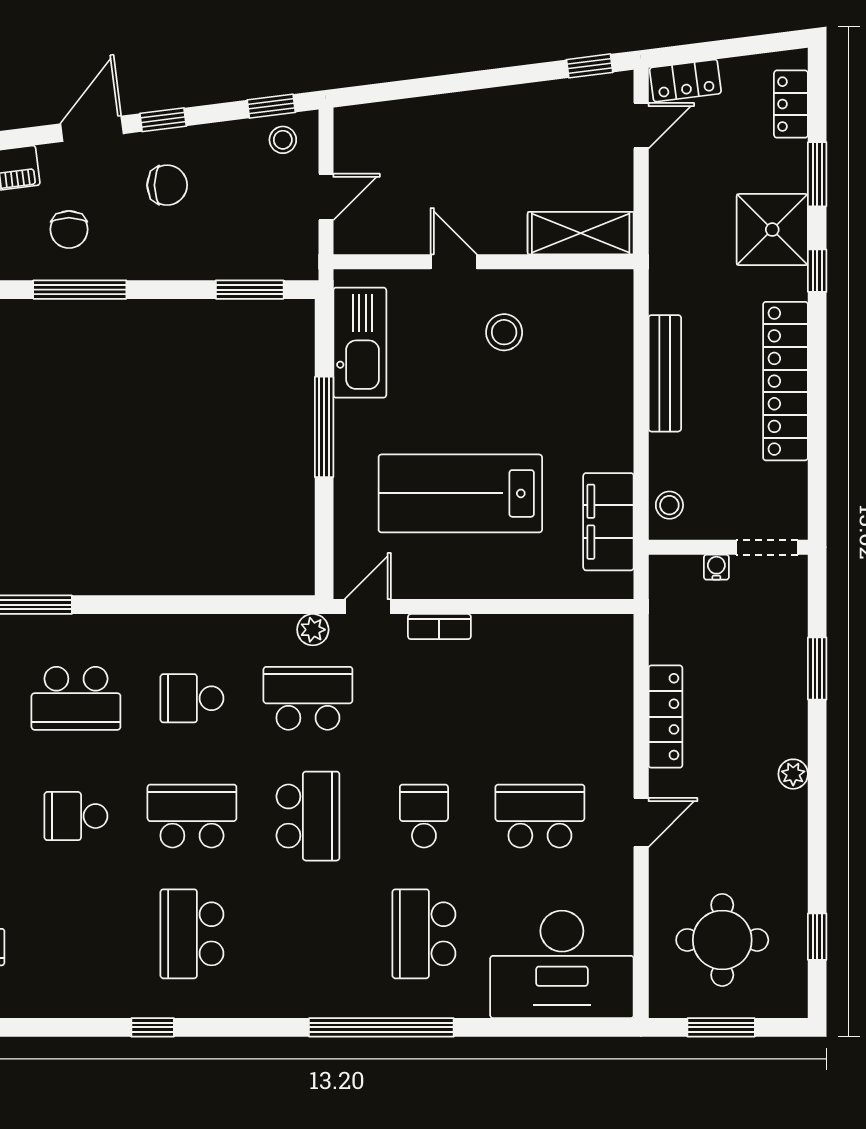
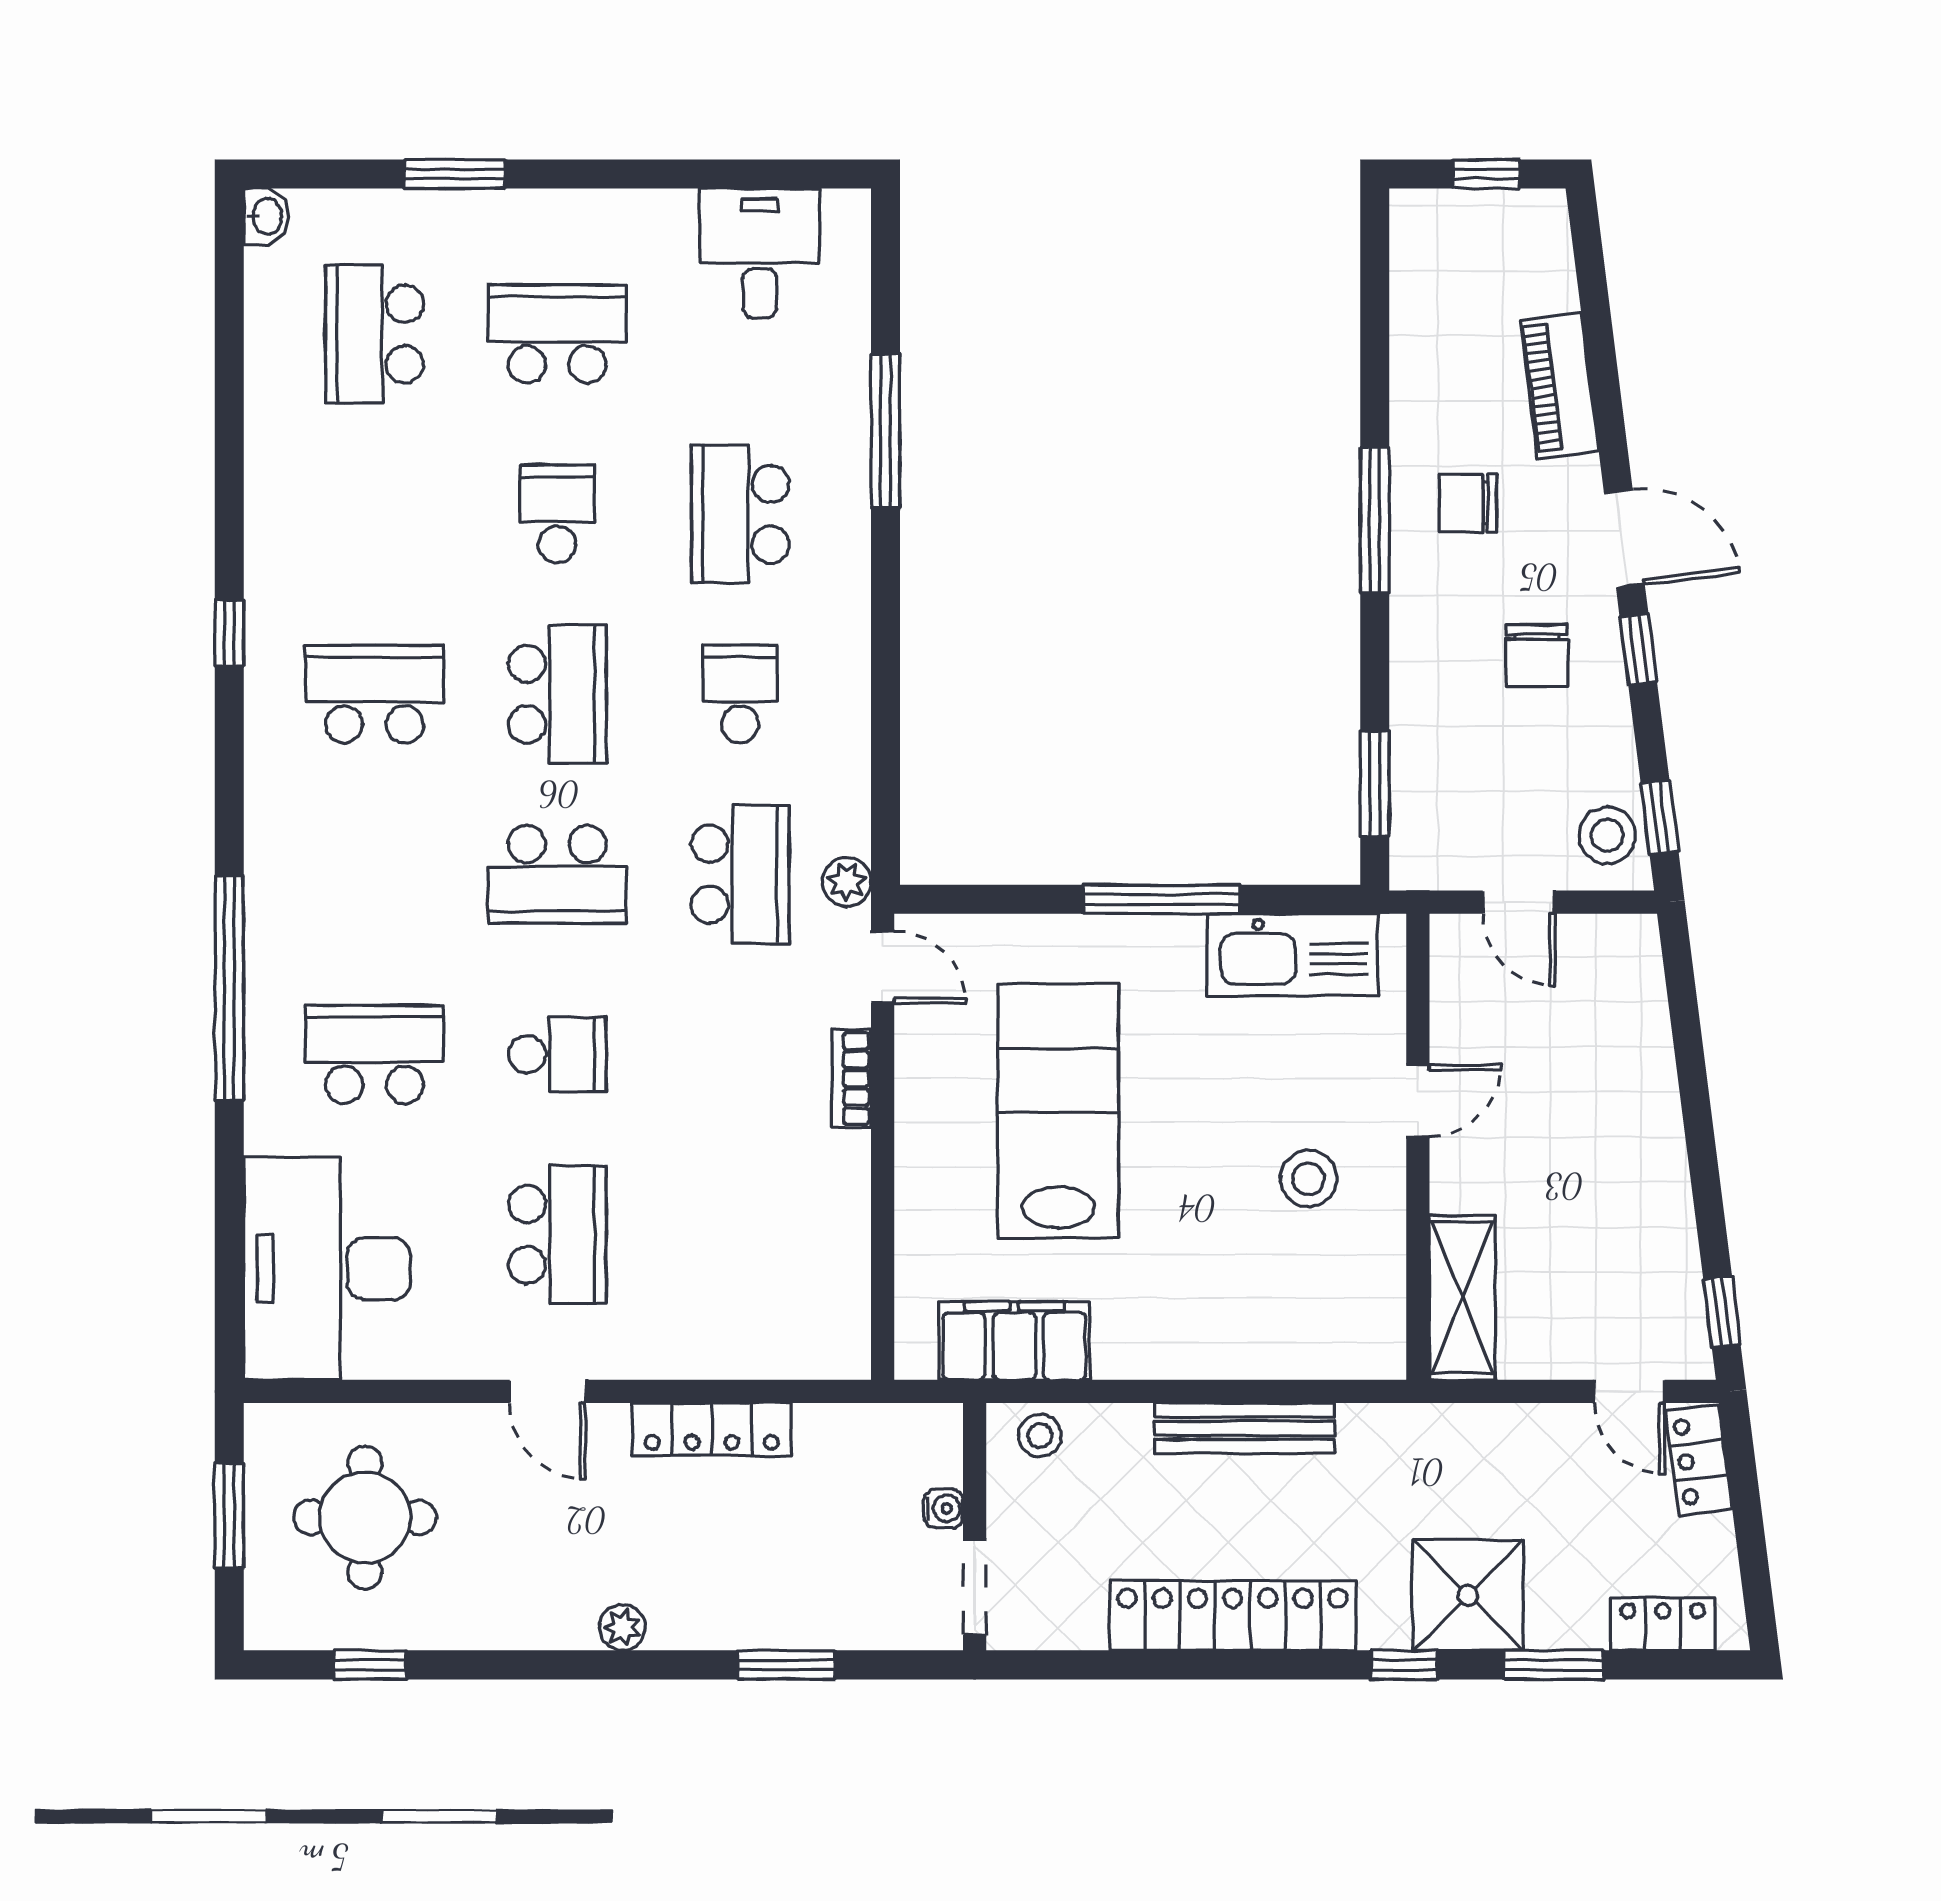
stool: (283, 140) -> (1607, 835), width x1.37, depth x1.37

